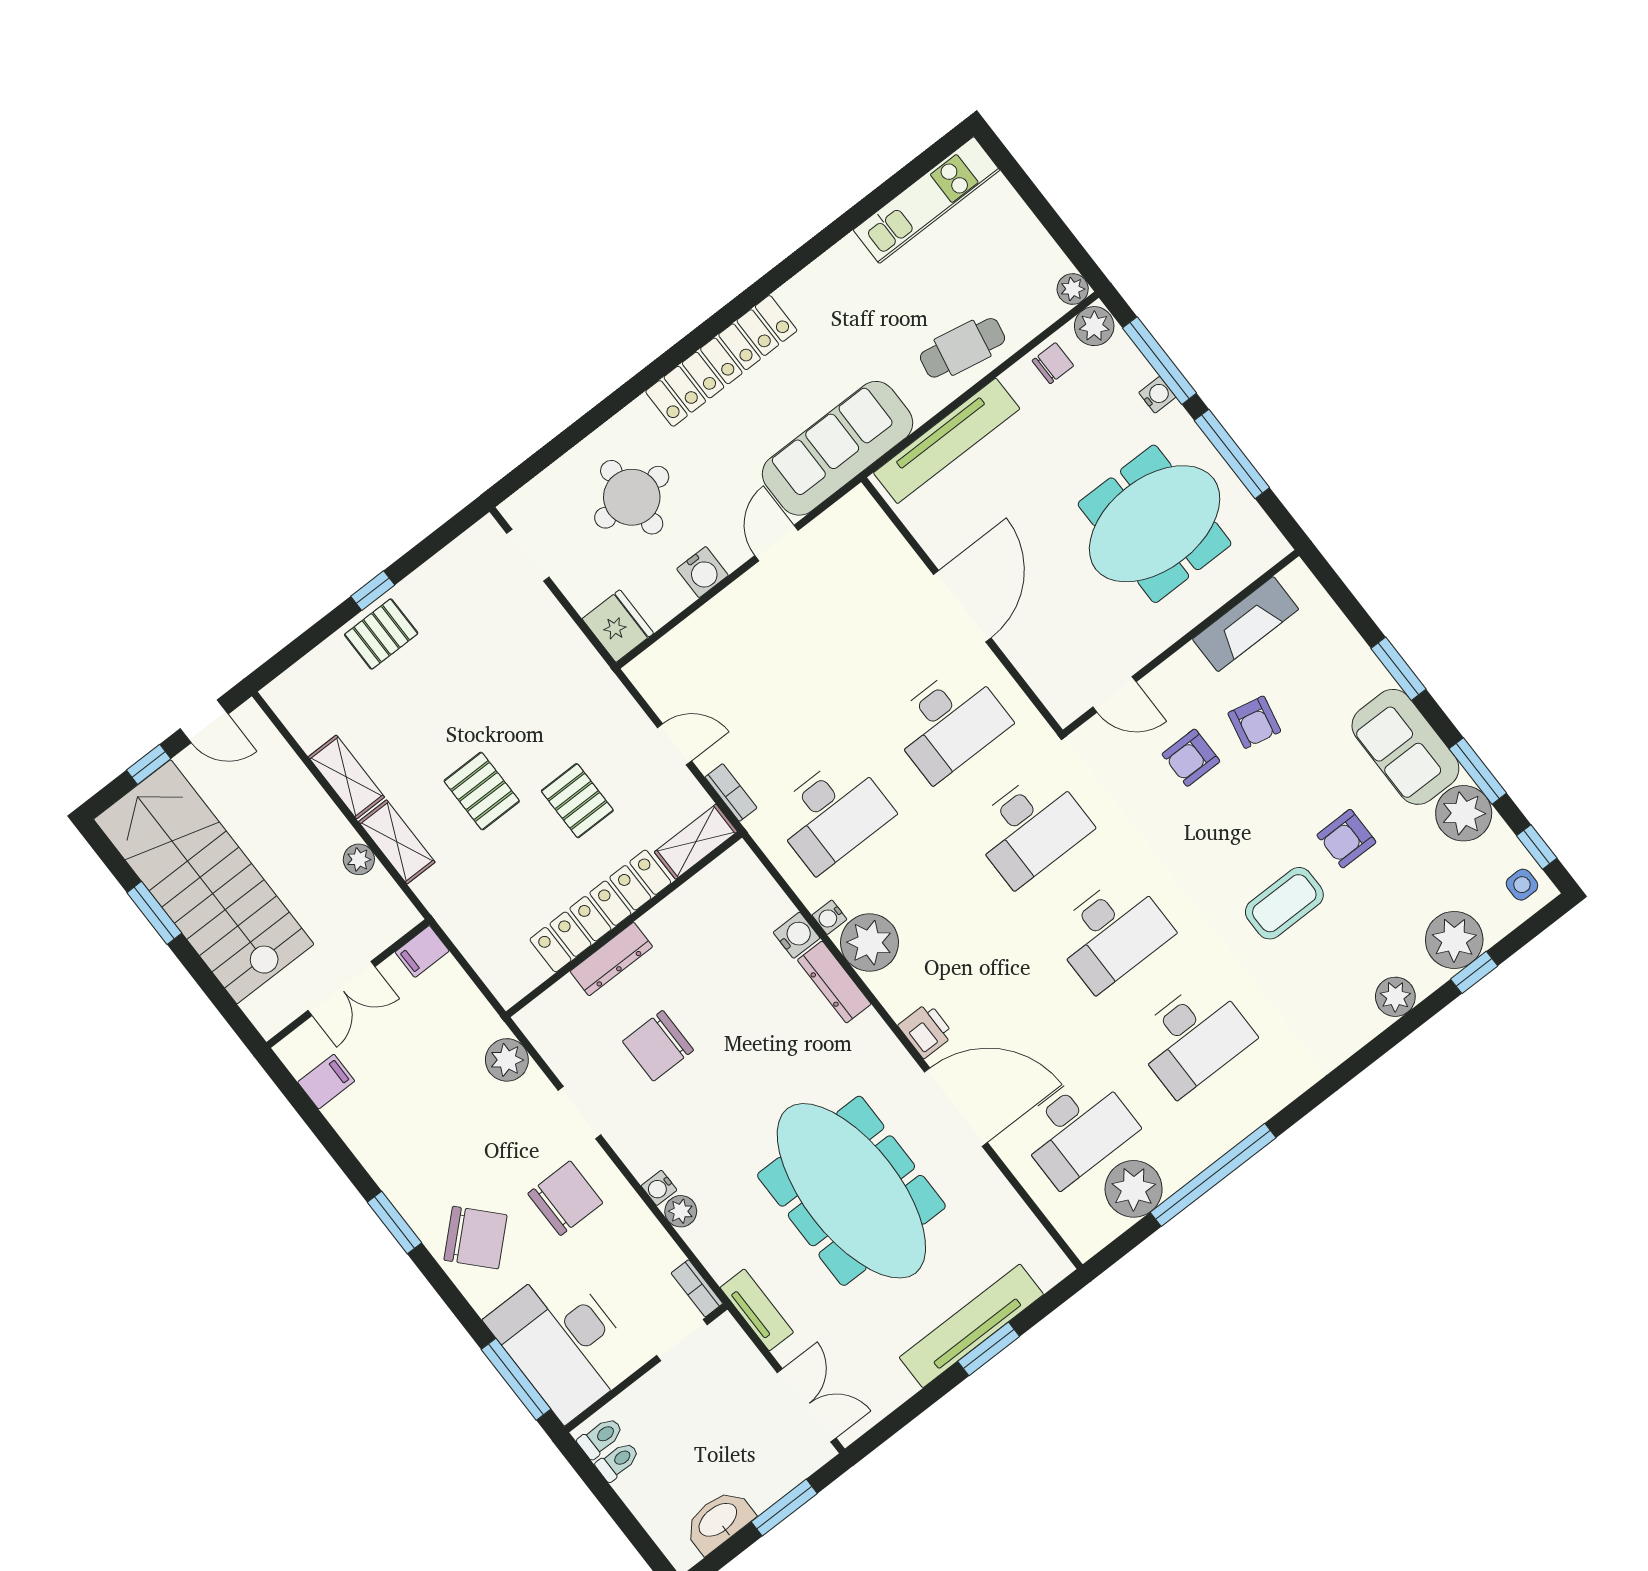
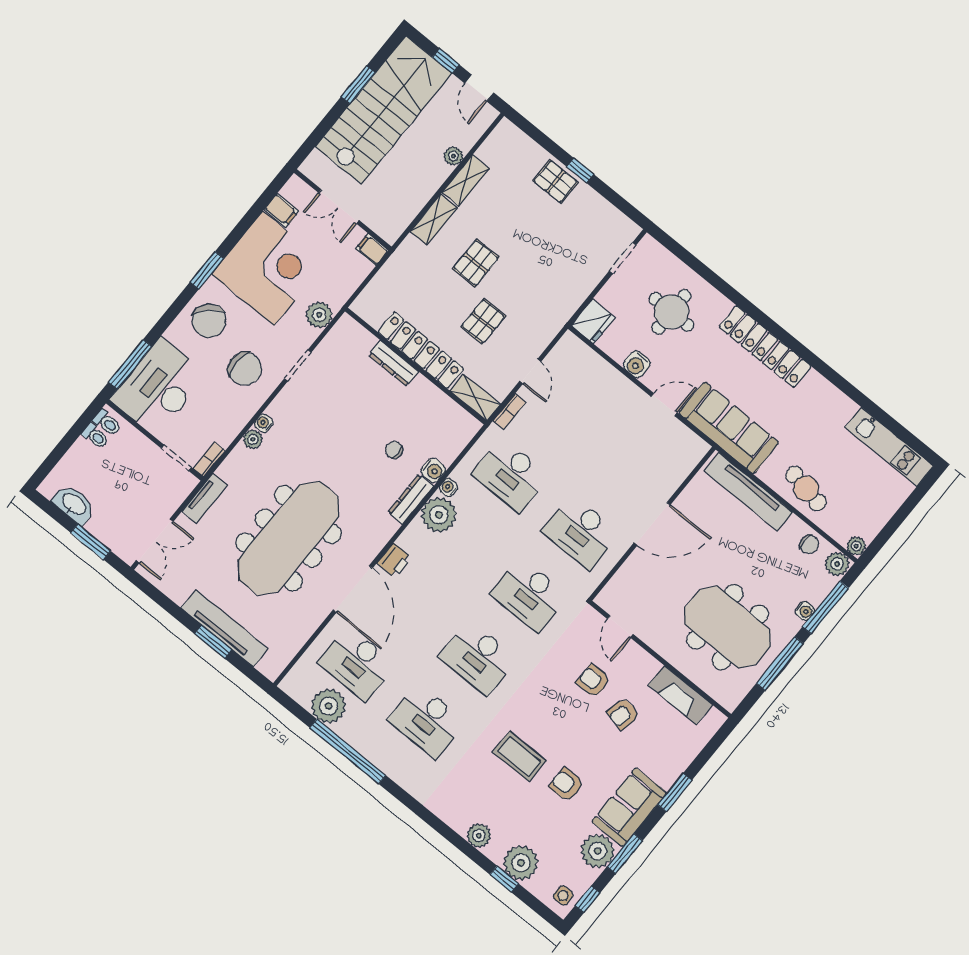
plant: (359, 859) -> (453, 156), moved
chair: (658, 1046) -> (394, 450), moved, width x0.54, depth x0.54
corner desk: (414, 1124) -> (268, 268), added

